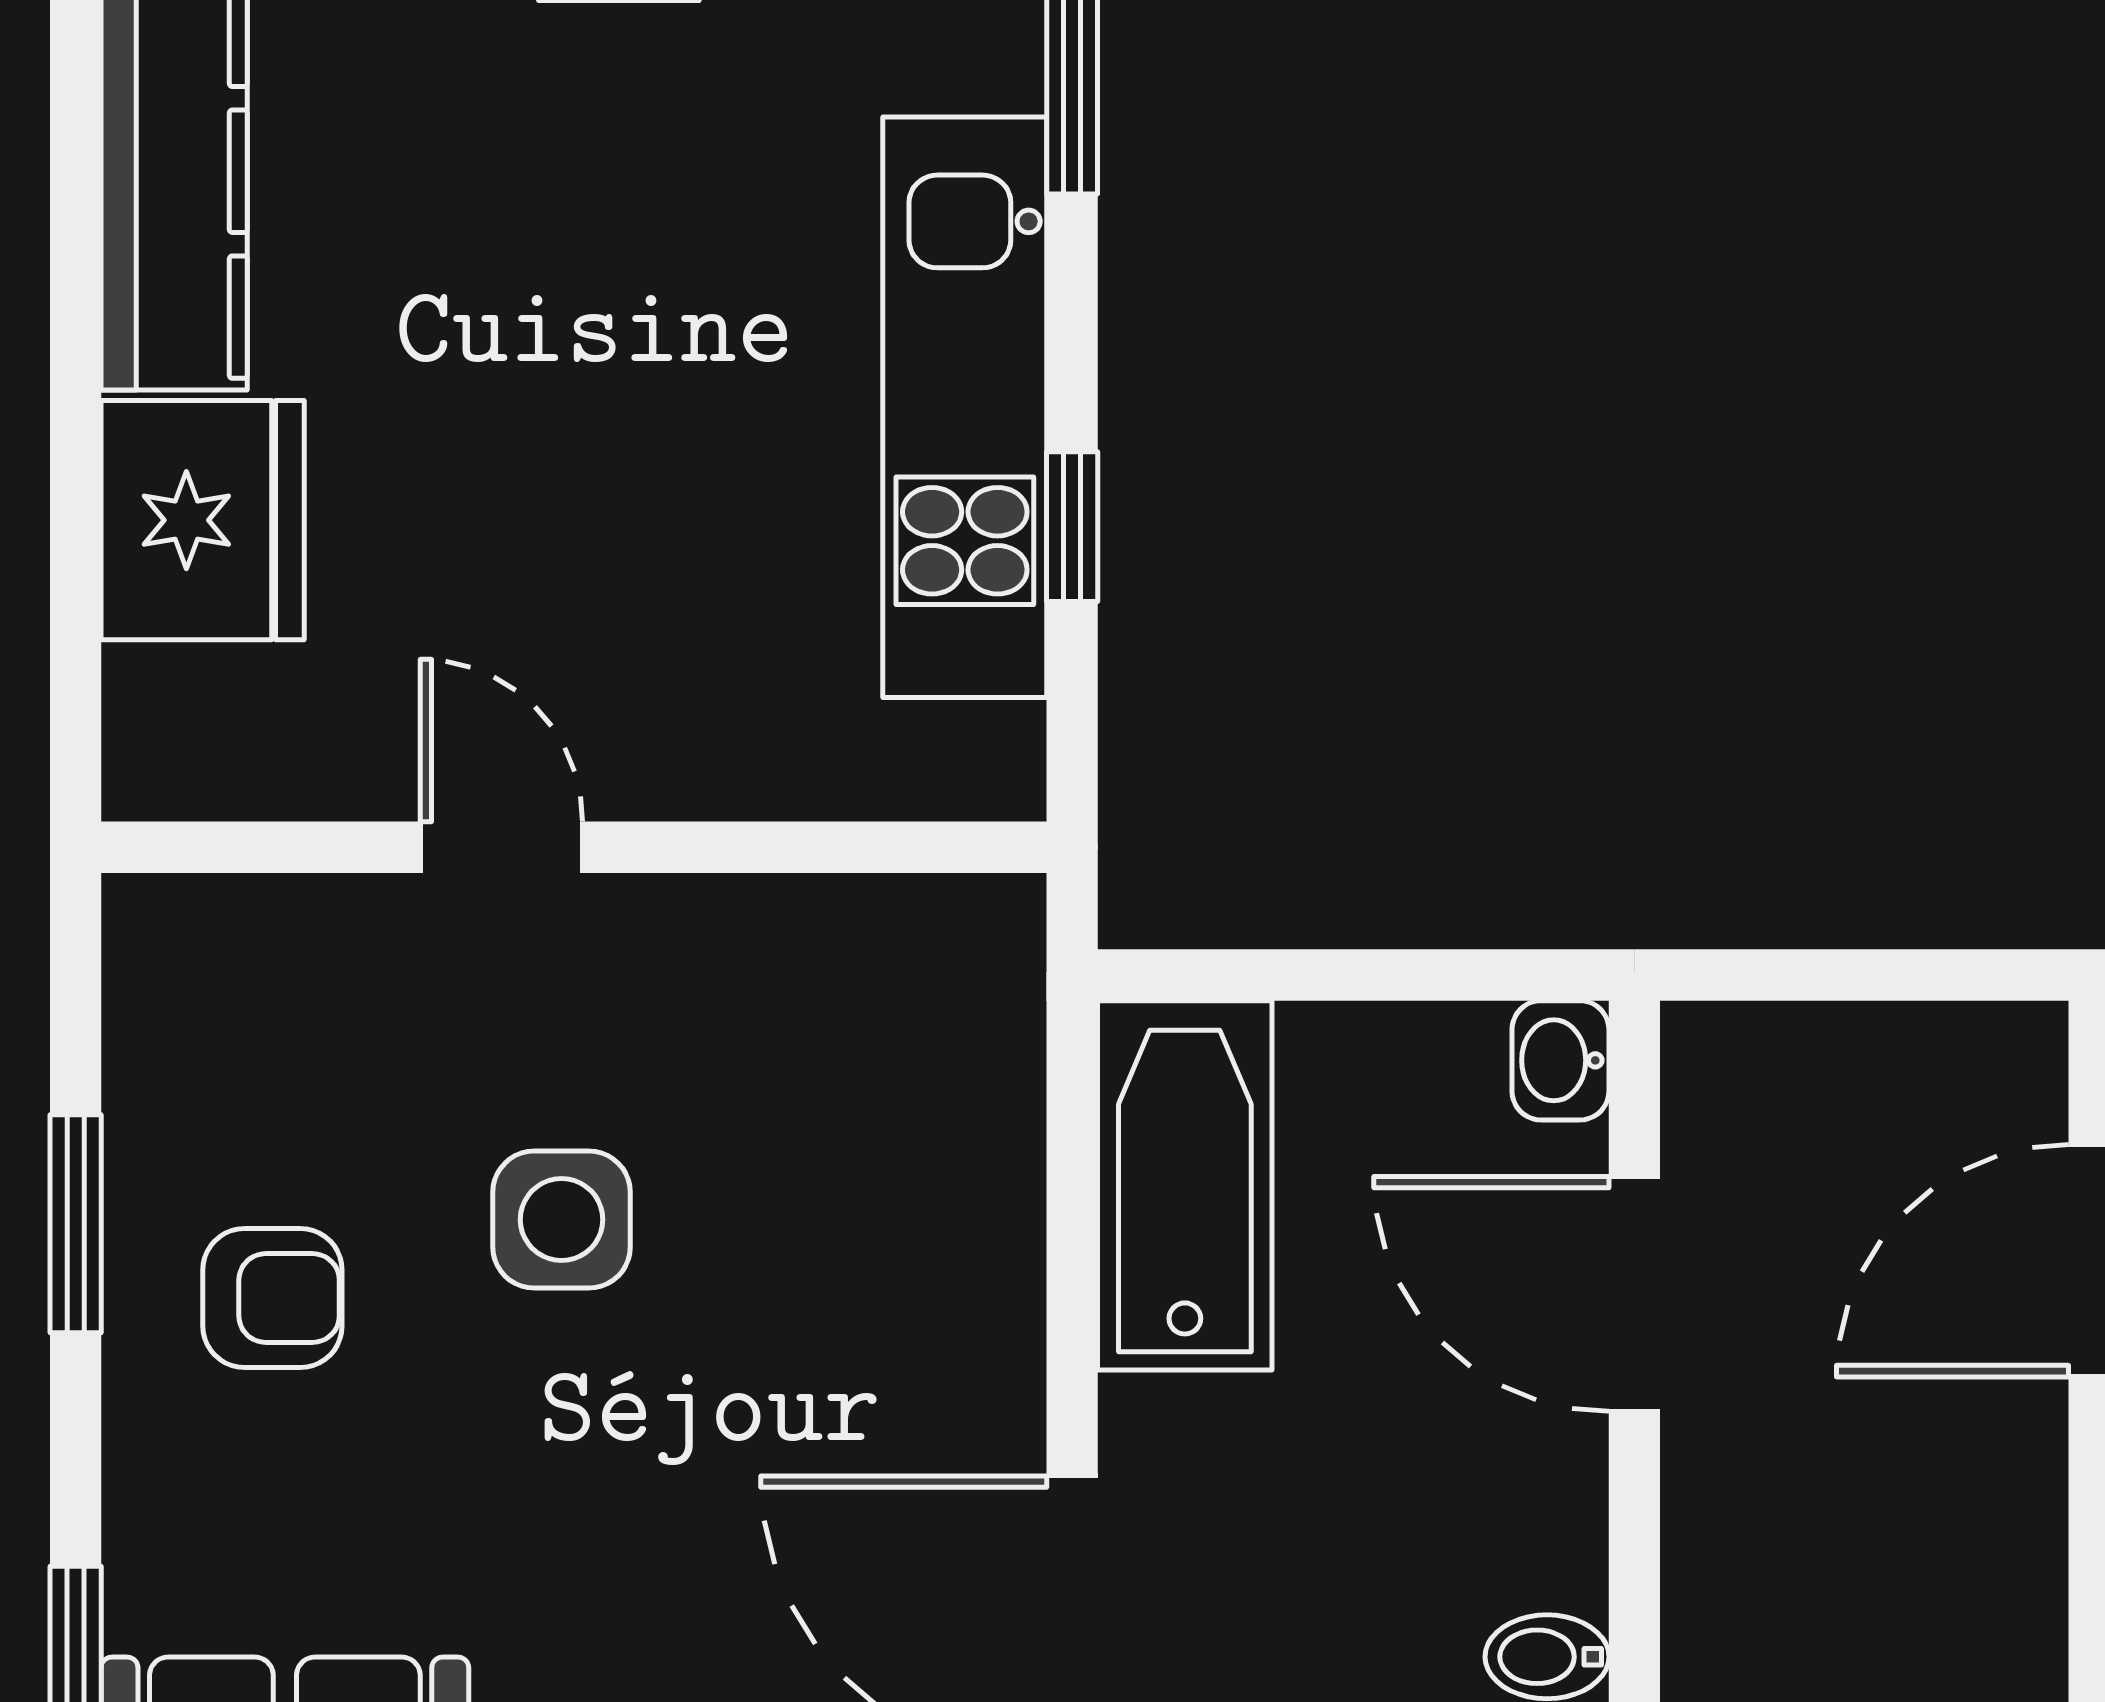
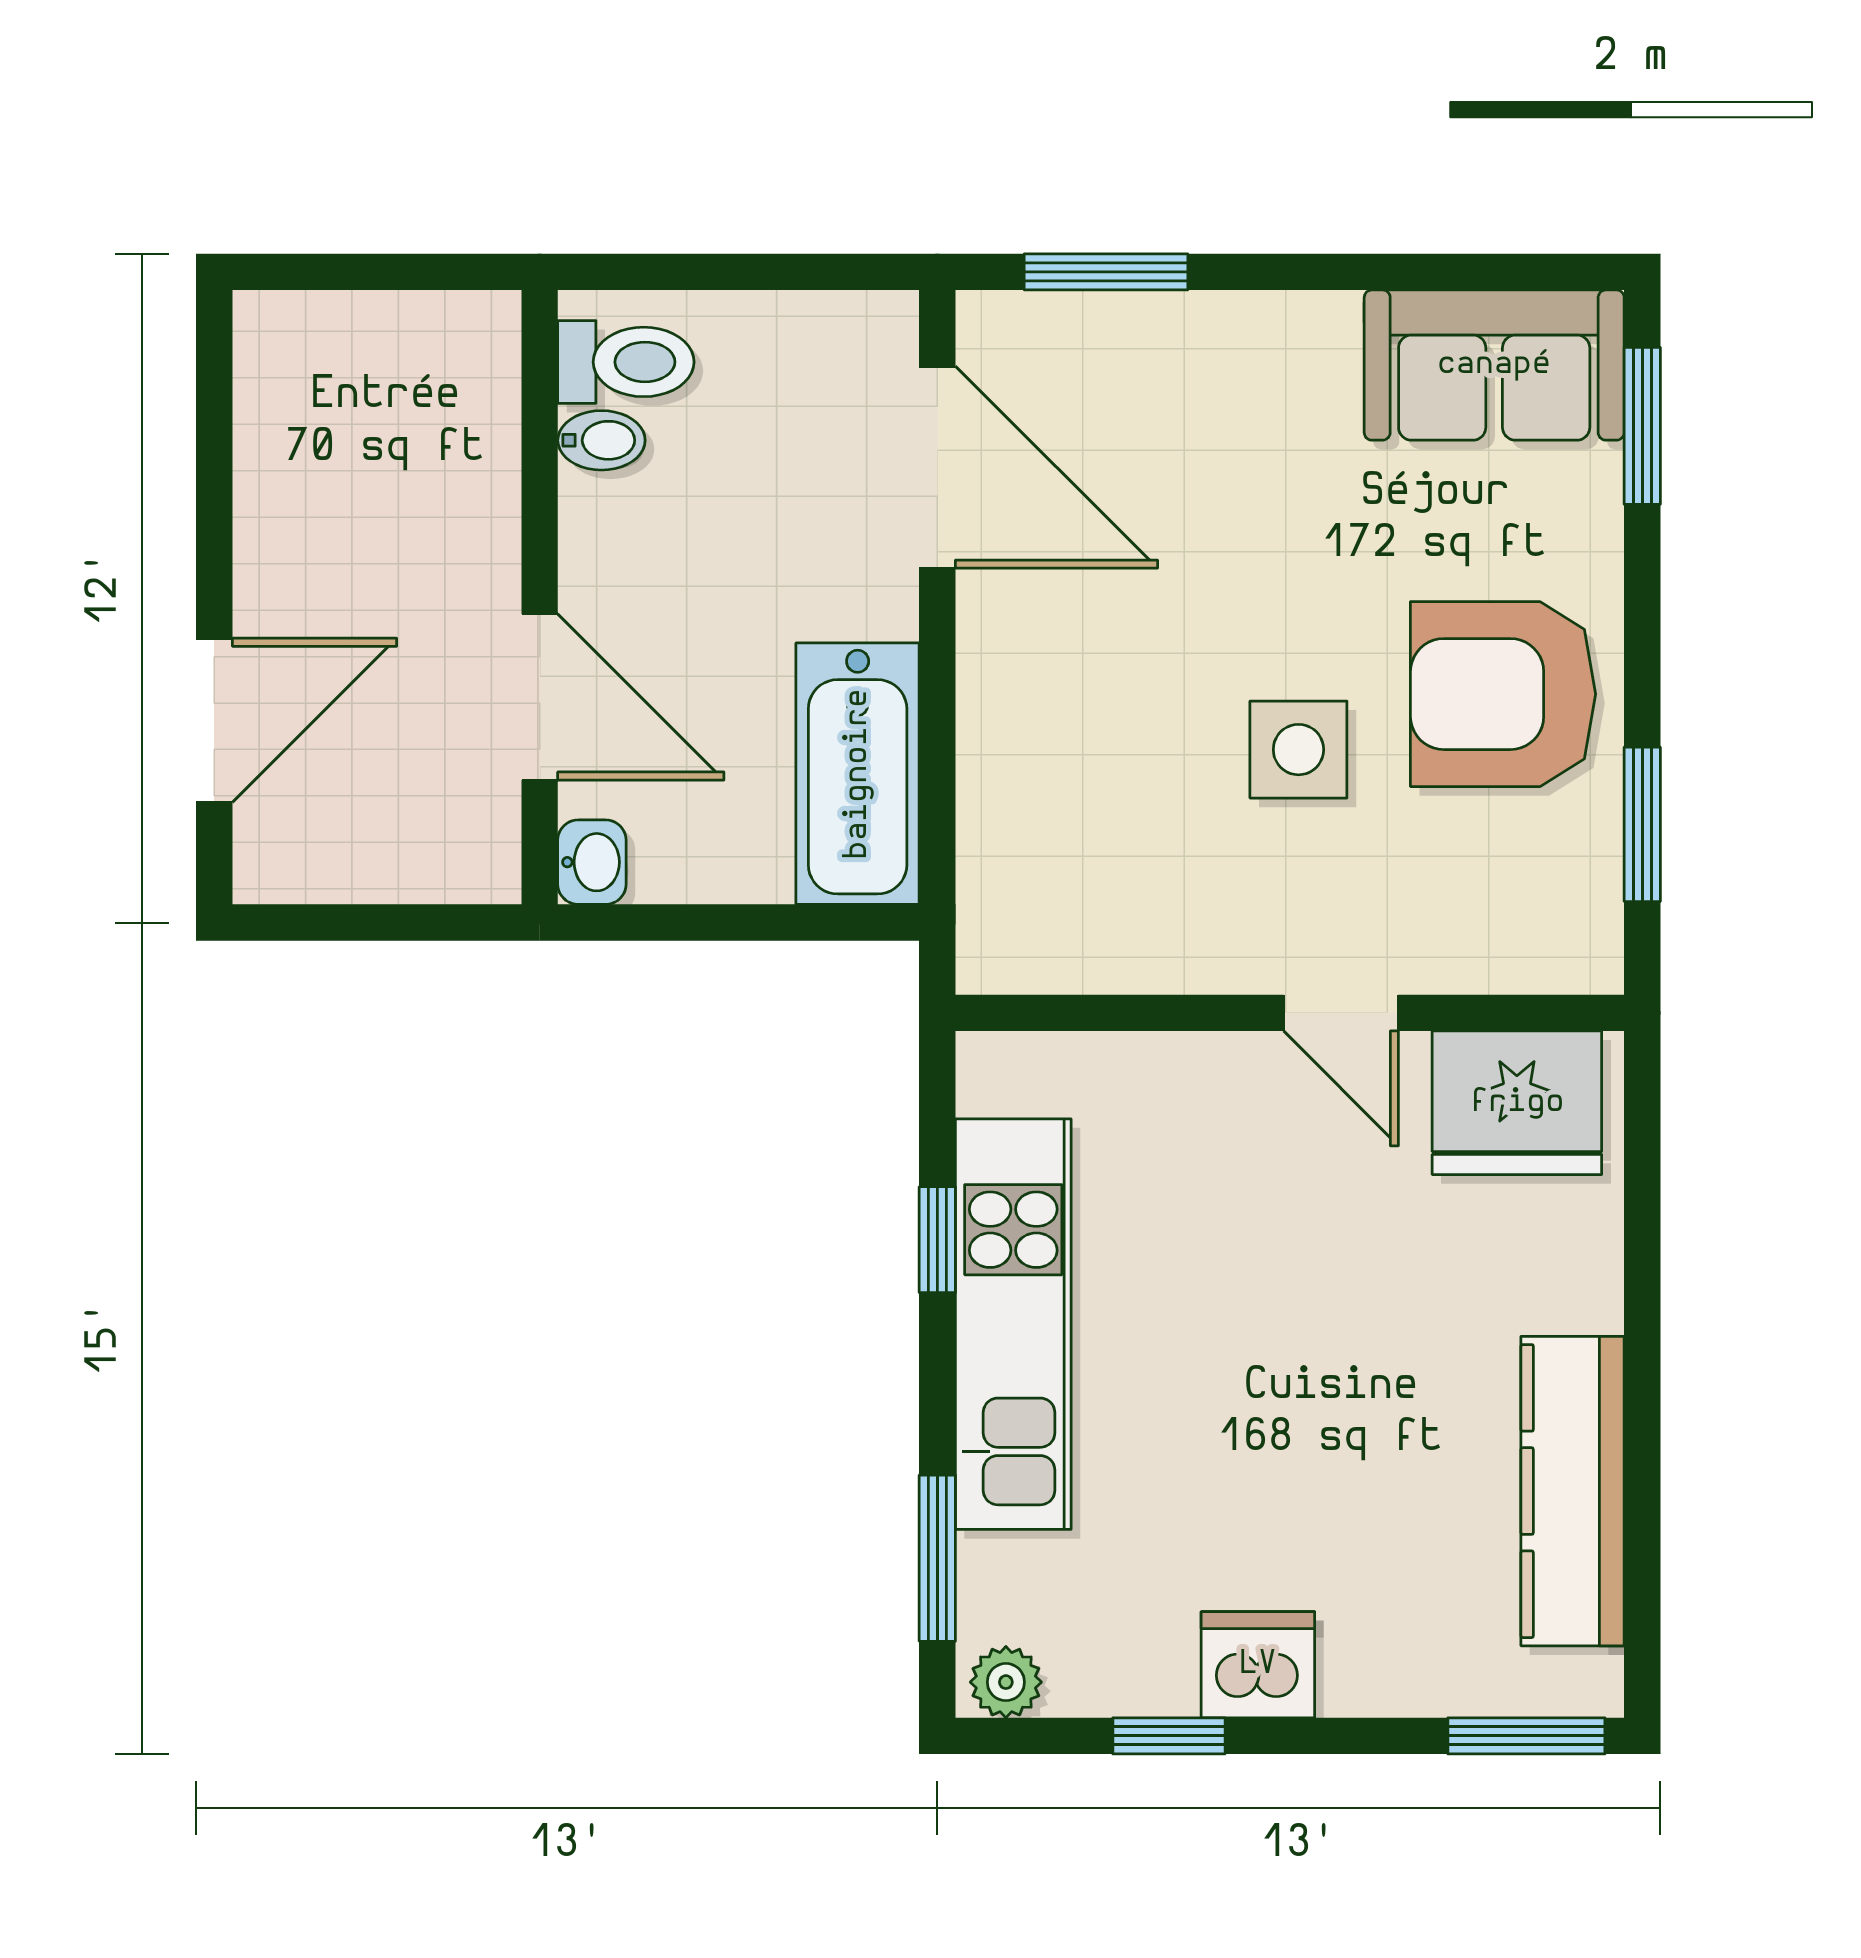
fridge: (203, 520) -> (1517, 1103), moved, turned -90
window: (76, 1224) -> (1642, 824), moved
armchair: (272, 1298) -> (1503, 694), width x1.88, depth x1.88

